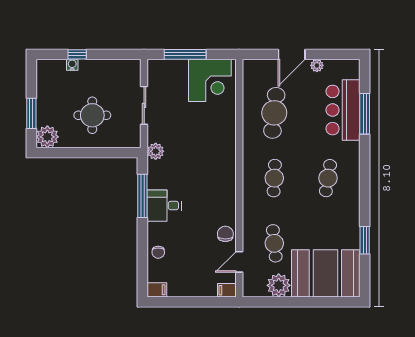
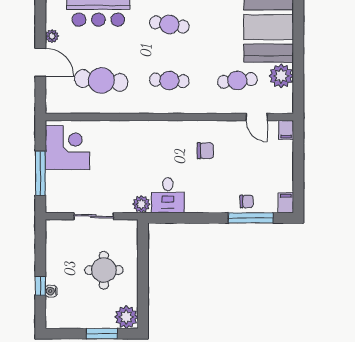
window: (142, 196) -> (251, 218), moved
desk: (164, 206) -> (168, 195), moved
chair: (225, 234) -> (205, 151), moved, turned 180

